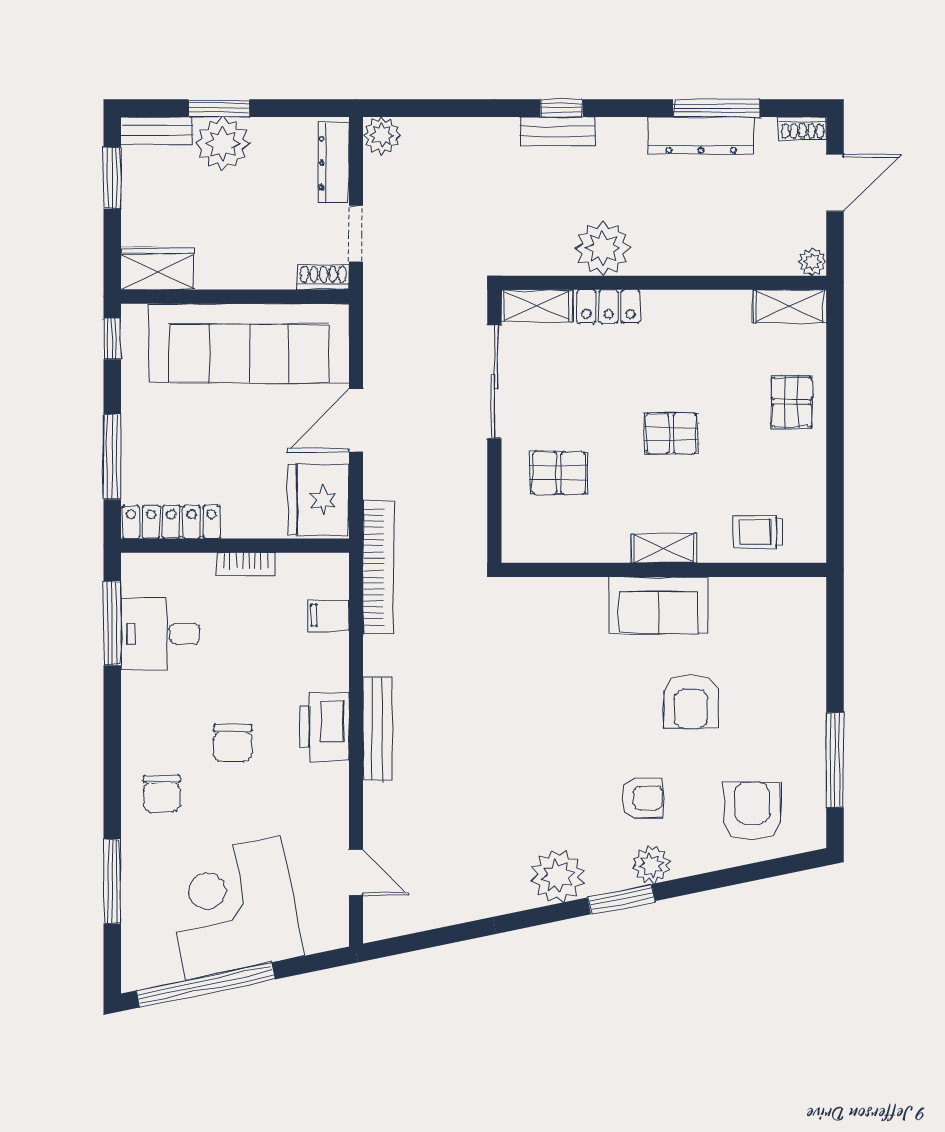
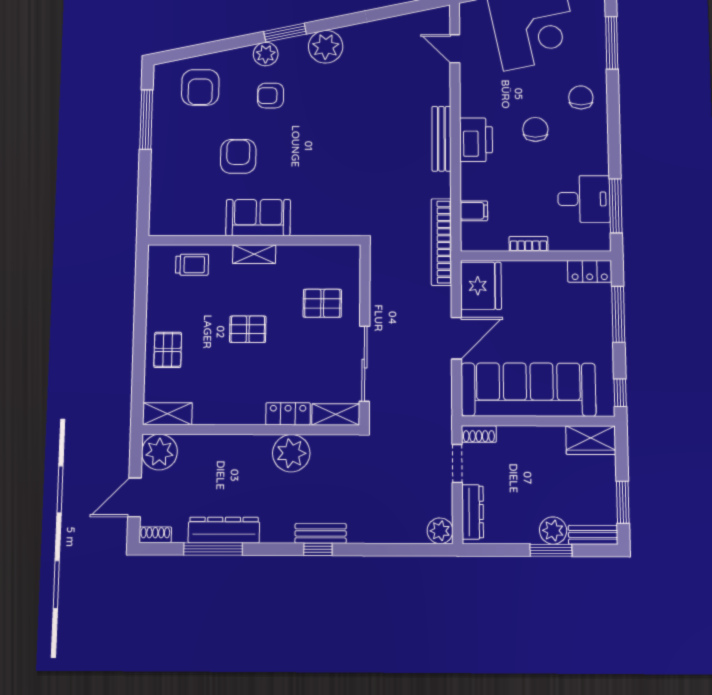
plant: (223, 144) -> (553, 531), width x0.73, depth x0.73
plant: (812, 262) -> (159, 452), width x1.87, depth x1.87
locker: (171, 522) -> (590, 271), width x0.66

